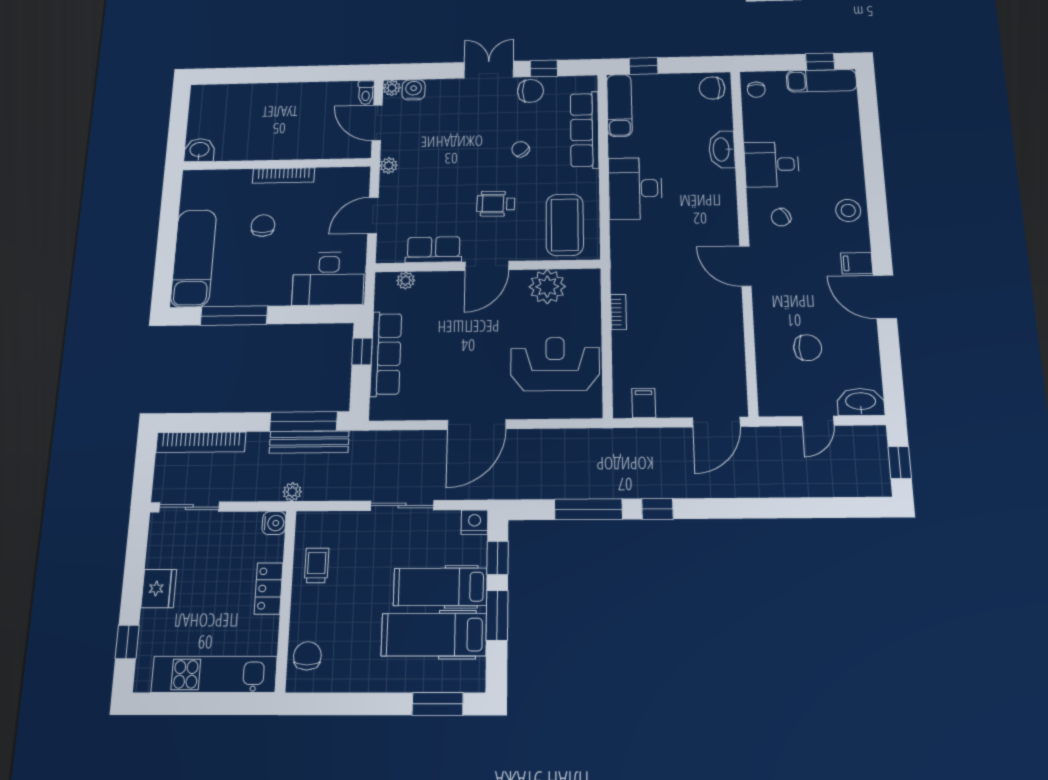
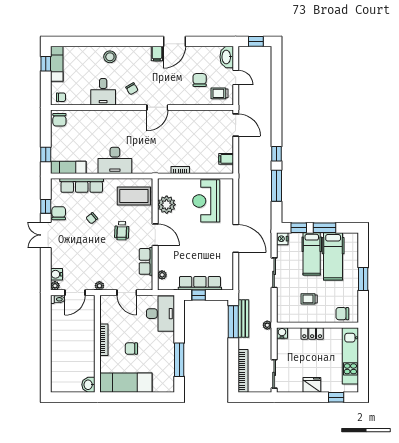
washbasin: (722, 149) -> (94, 116), removed
stool: (848, 210) -> (110, 57), moved
exam couch: (193, 258) -> (126, 383), moved
trolley: (782, 388) -> (220, 93), added
trolley: (317, 565) -> (309, 299), moved
window: (438, 704) -> (363, 279), moved

